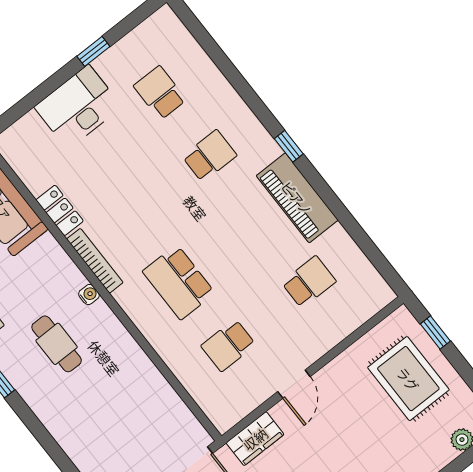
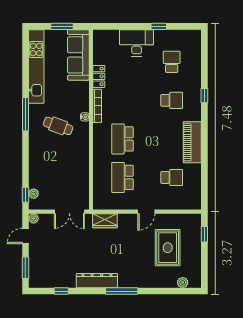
window: (289, 146) -> (204, 96), moved
cafe table: (57, 344) -> (58, 126), turned -70
school desk: (228, 345) -> (122, 177), width x1.85
rug: (408, 379) -> (168, 248), moved
door: (294, 384) -> (146, 212), moved

